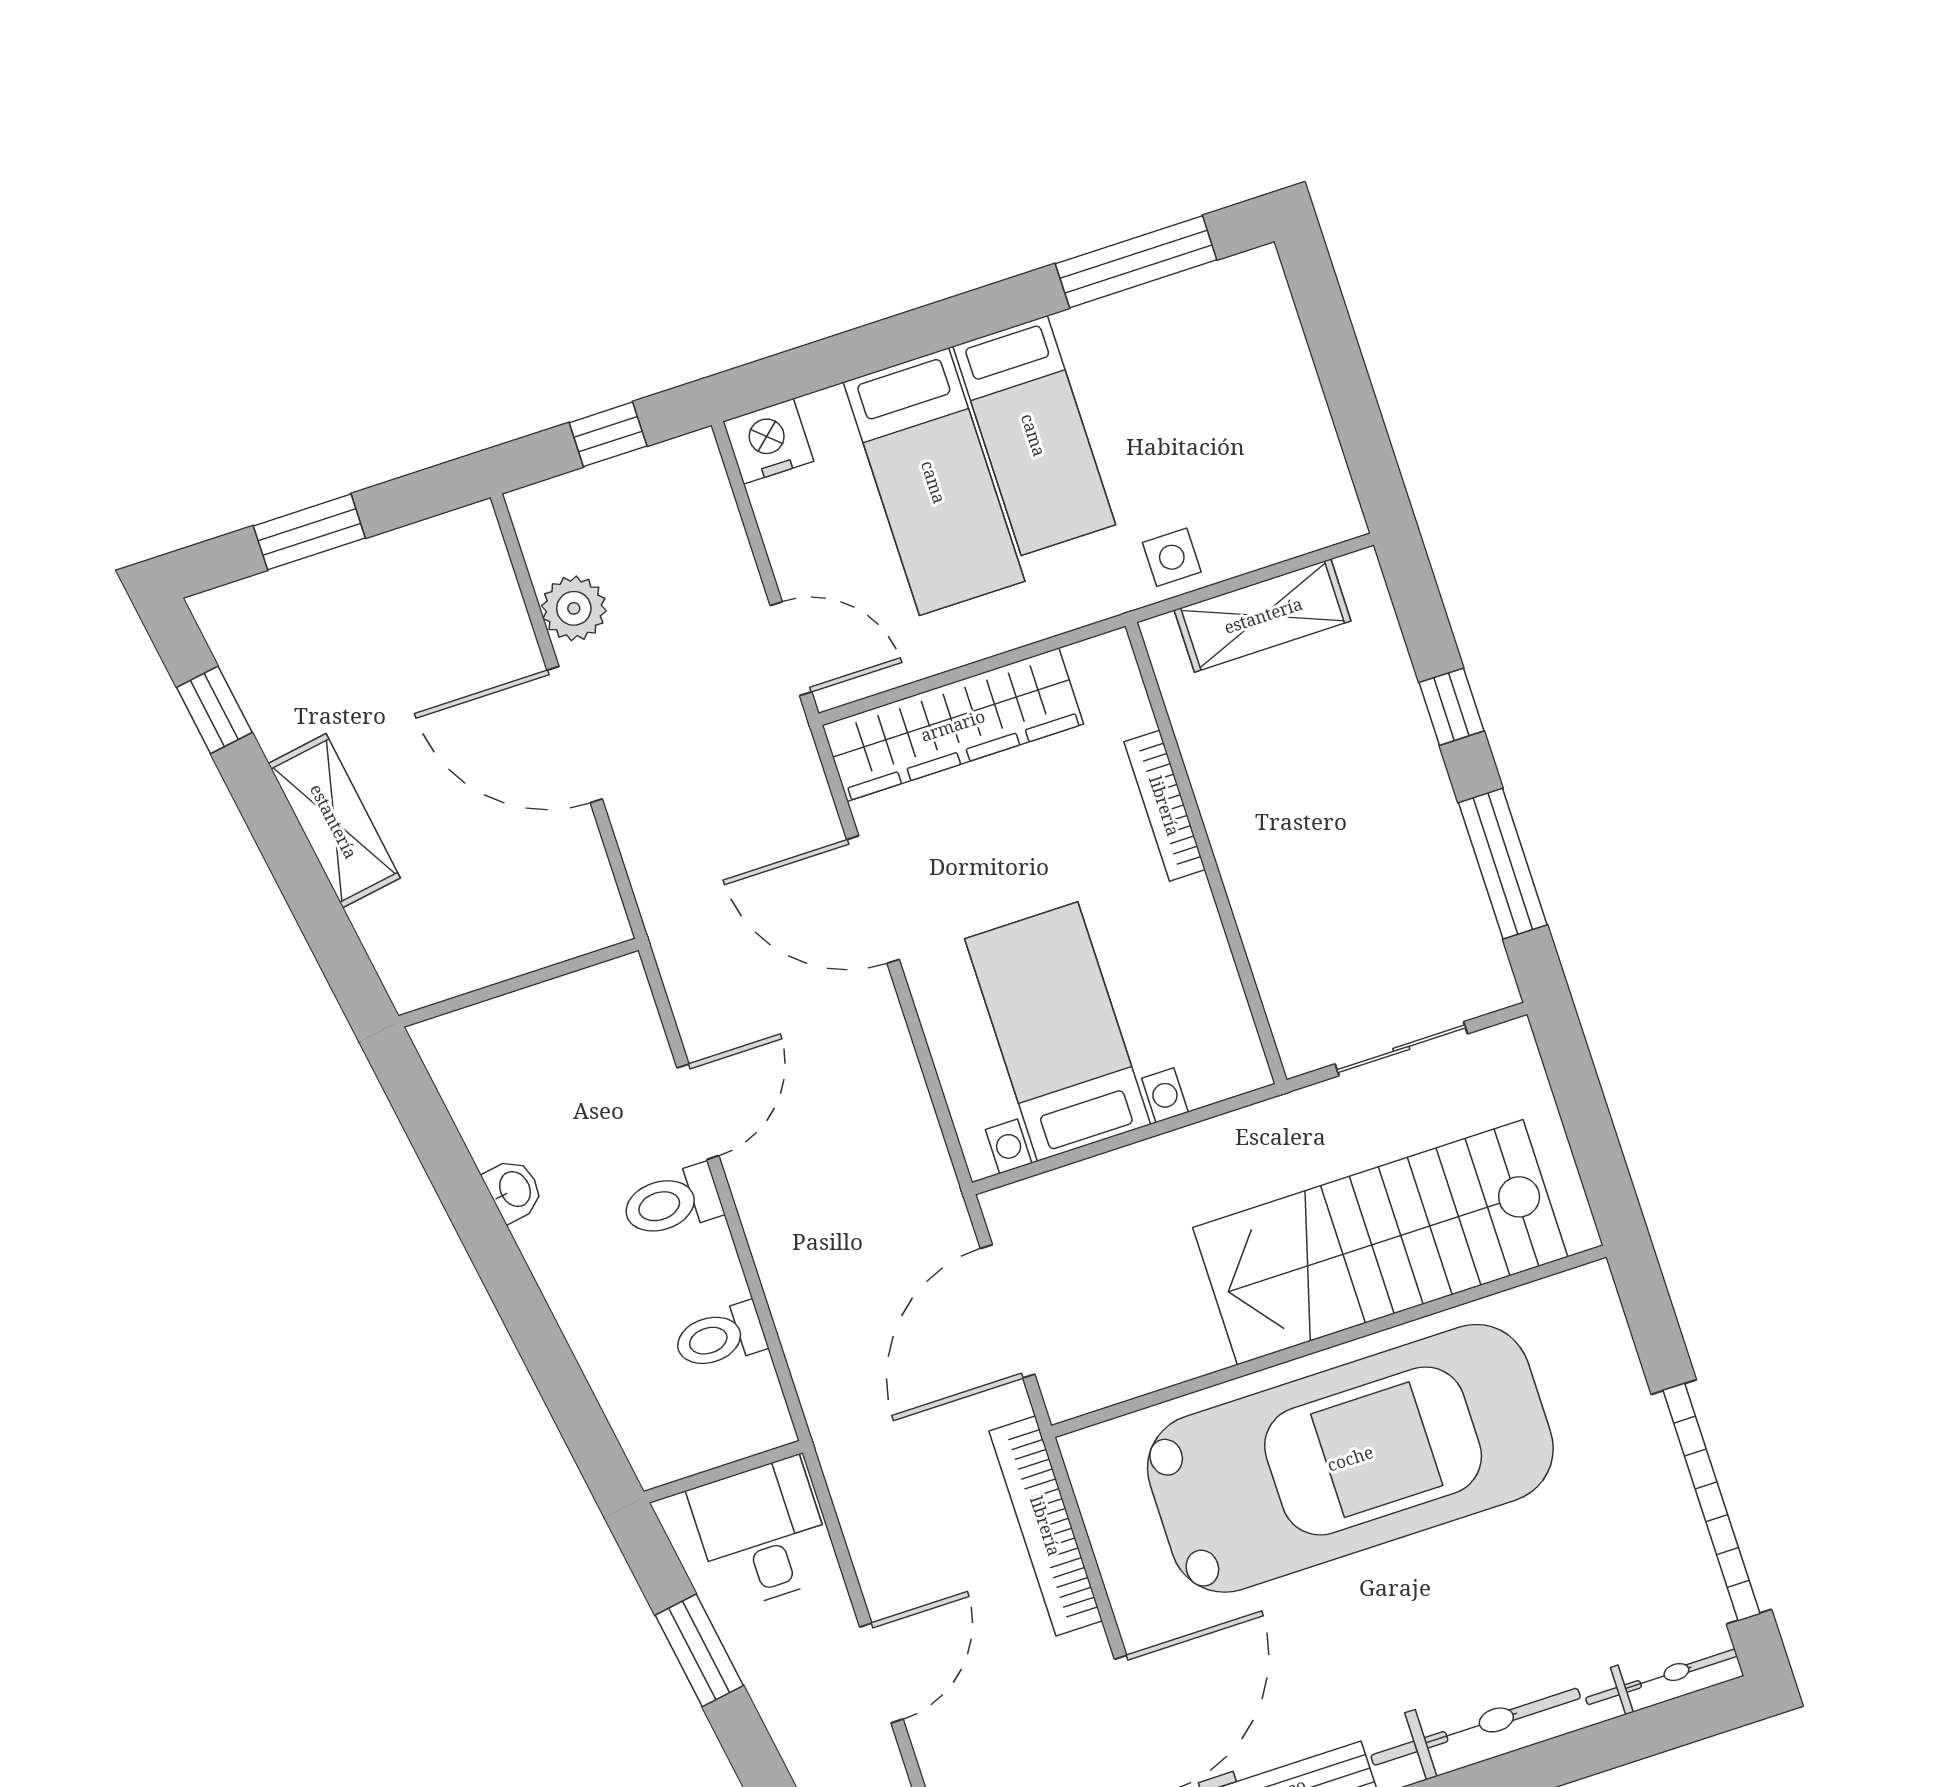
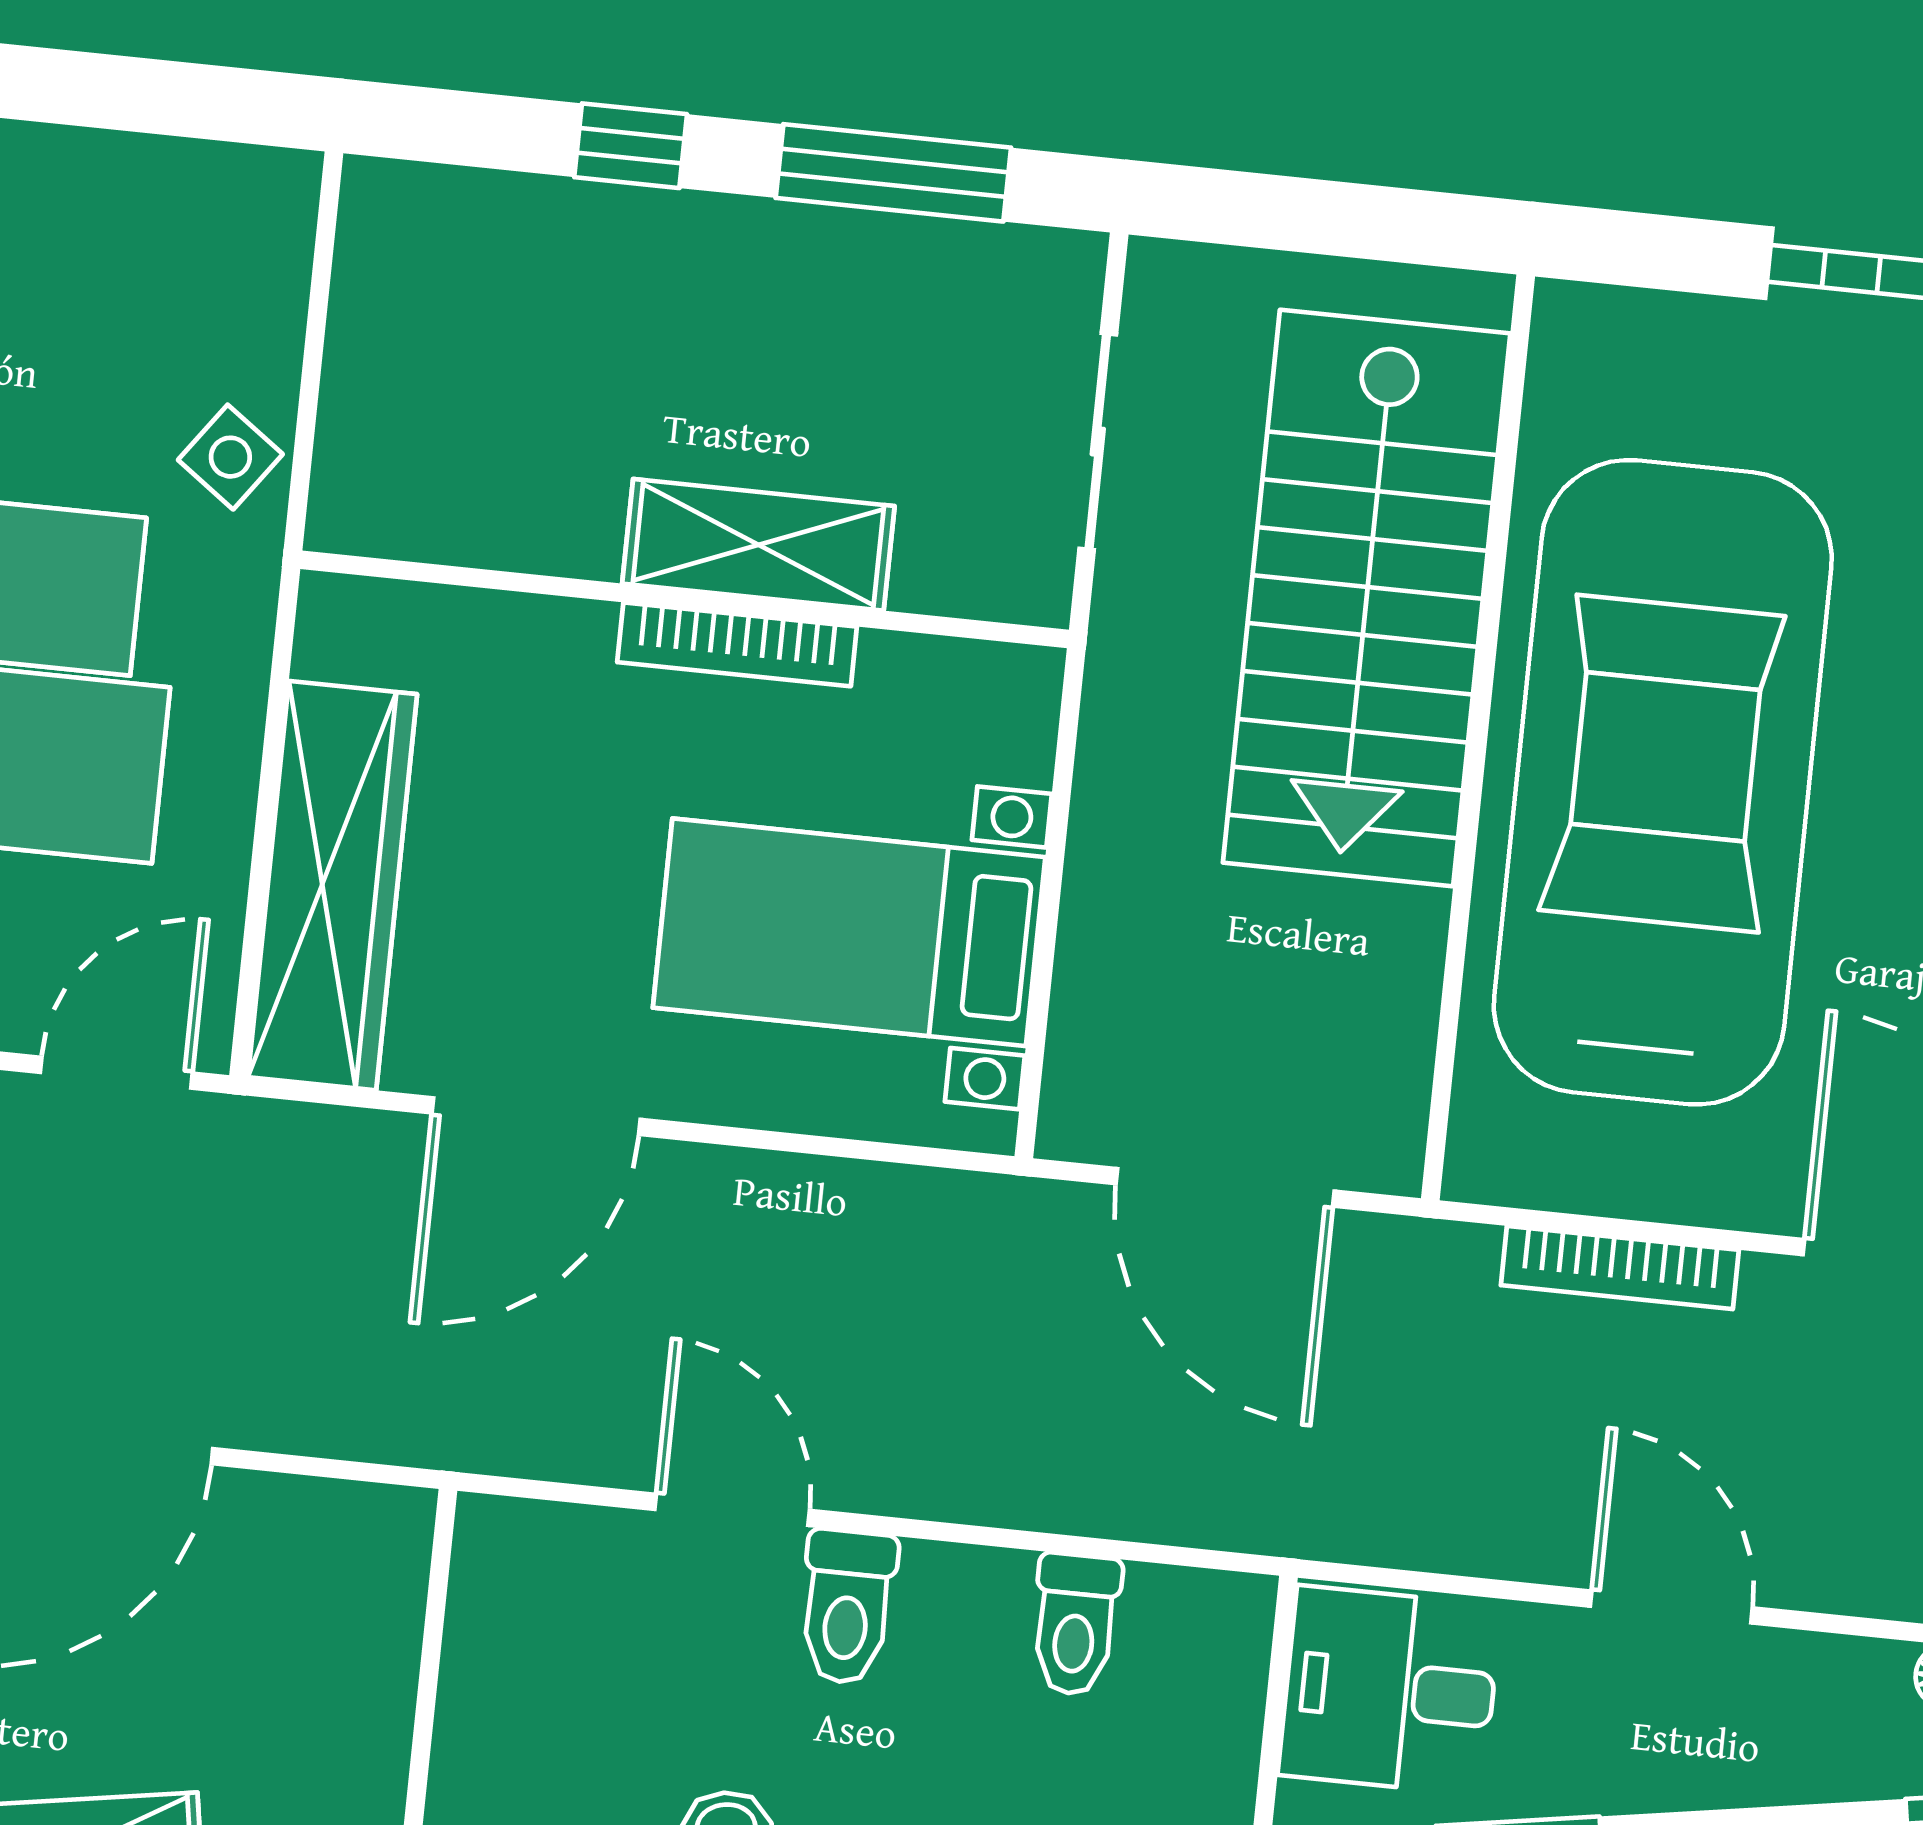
side table: (1172, 557) -> (230, 457), turned 36
shelving: (1263, 615) -> (758, 545), moved, turned 90
bookcase: (1165, 806) -> (737, 644), moved
bookcase: (1046, 1526) -> (1620, 1268), width x0.68, depth x0.76

